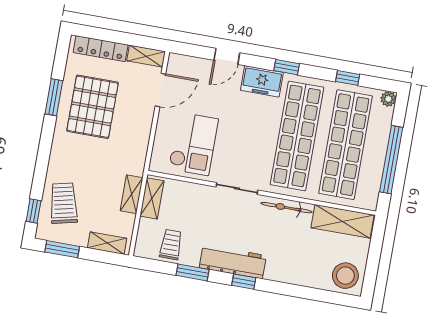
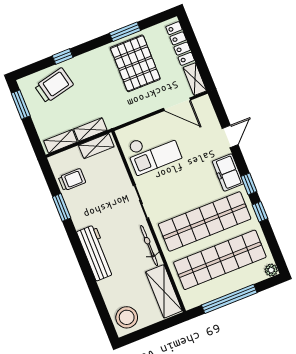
door: (227, 56) -> (230, 137), swing flipped
window: (348, 78) -> (260, 212), moved
pallet: (93, 107) -> (135, 63), turned 90
window: (34, 211) -> (63, 57), moved
shelving: (107, 243) -> (60, 141), moved, turned 90
workbench: (233, 262) -> (96, 253), moved
window: (244, 282) -> (78, 248), removed

